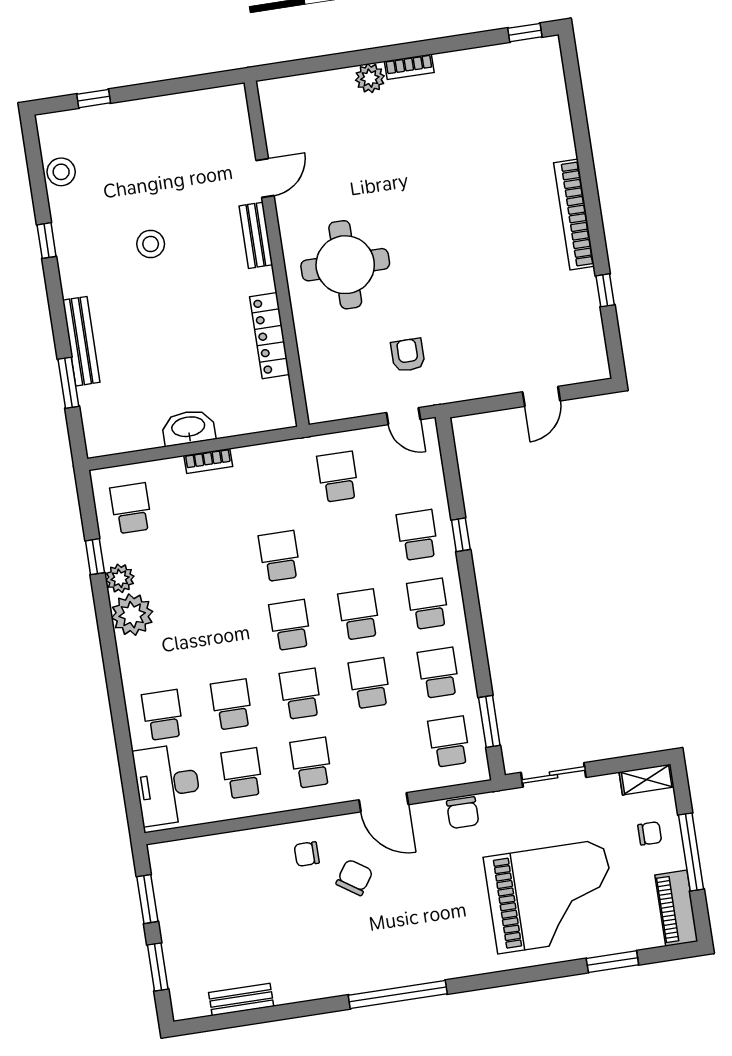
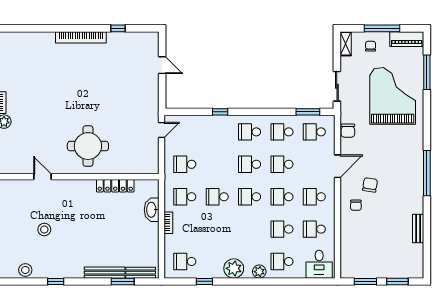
bench: (256, 235) -> (141, 273), moved
stool: (151, 244) -> (44, 229), moved
armchair: (408, 355) -> (134, 124), removed
washbasin: (188, 428) -> (152, 210), moved
school desk: (417, 535) -> (185, 197), moved
plant: (120, 578) -> (259, 272), moved
desk: (167, 785) -> (319, 264), width x0.73
chair: (463, 813) -> (348, 131), turned 90
chair: (354, 877) -> (370, 185), turned 65
window: (612, 962) -> (427, 72), width x1.44
bench: (241, 999) -> (418, 228), moved

